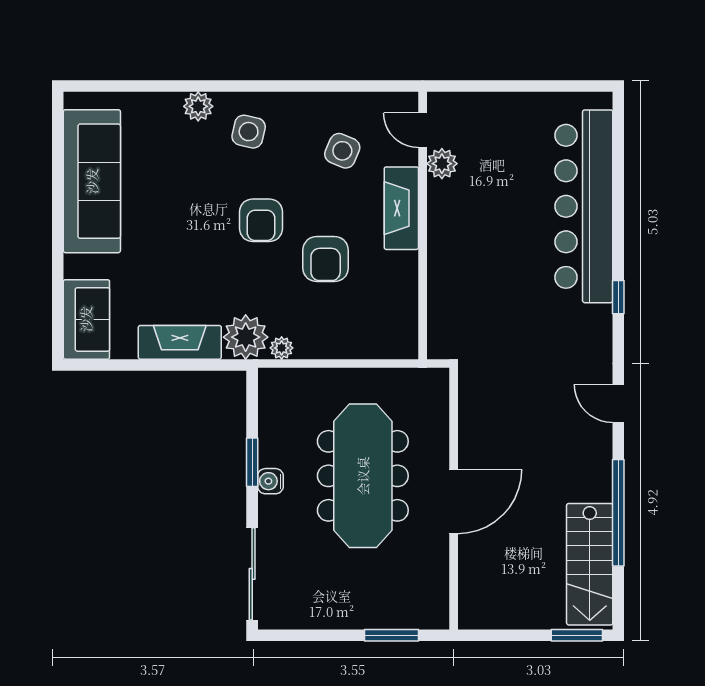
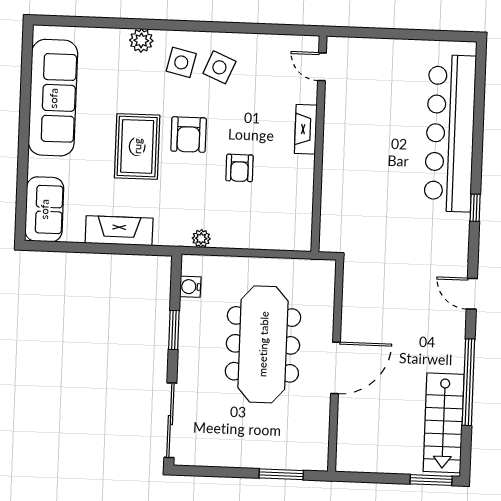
side table: (342, 151) -> (219, 67), moved
plant: (442, 164) -> (337, 94), removed
fireplace: (401, 208) -> (306, 129), width x0.73, depth x0.76
rug: (198, 237) -> (137, 146), added
armchair: (326, 259) -> (240, 168), width x0.72, depth x0.72
plant: (246, 337) -> (173, 228), removed
water cooler: (270, 481) -> (190, 287), moved

